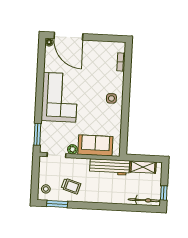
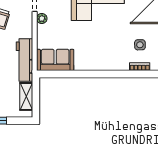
side table: (111, 98) -> (140, 45), moved
sofa: (95, 145) -> (55, 60), moved, turned -90

